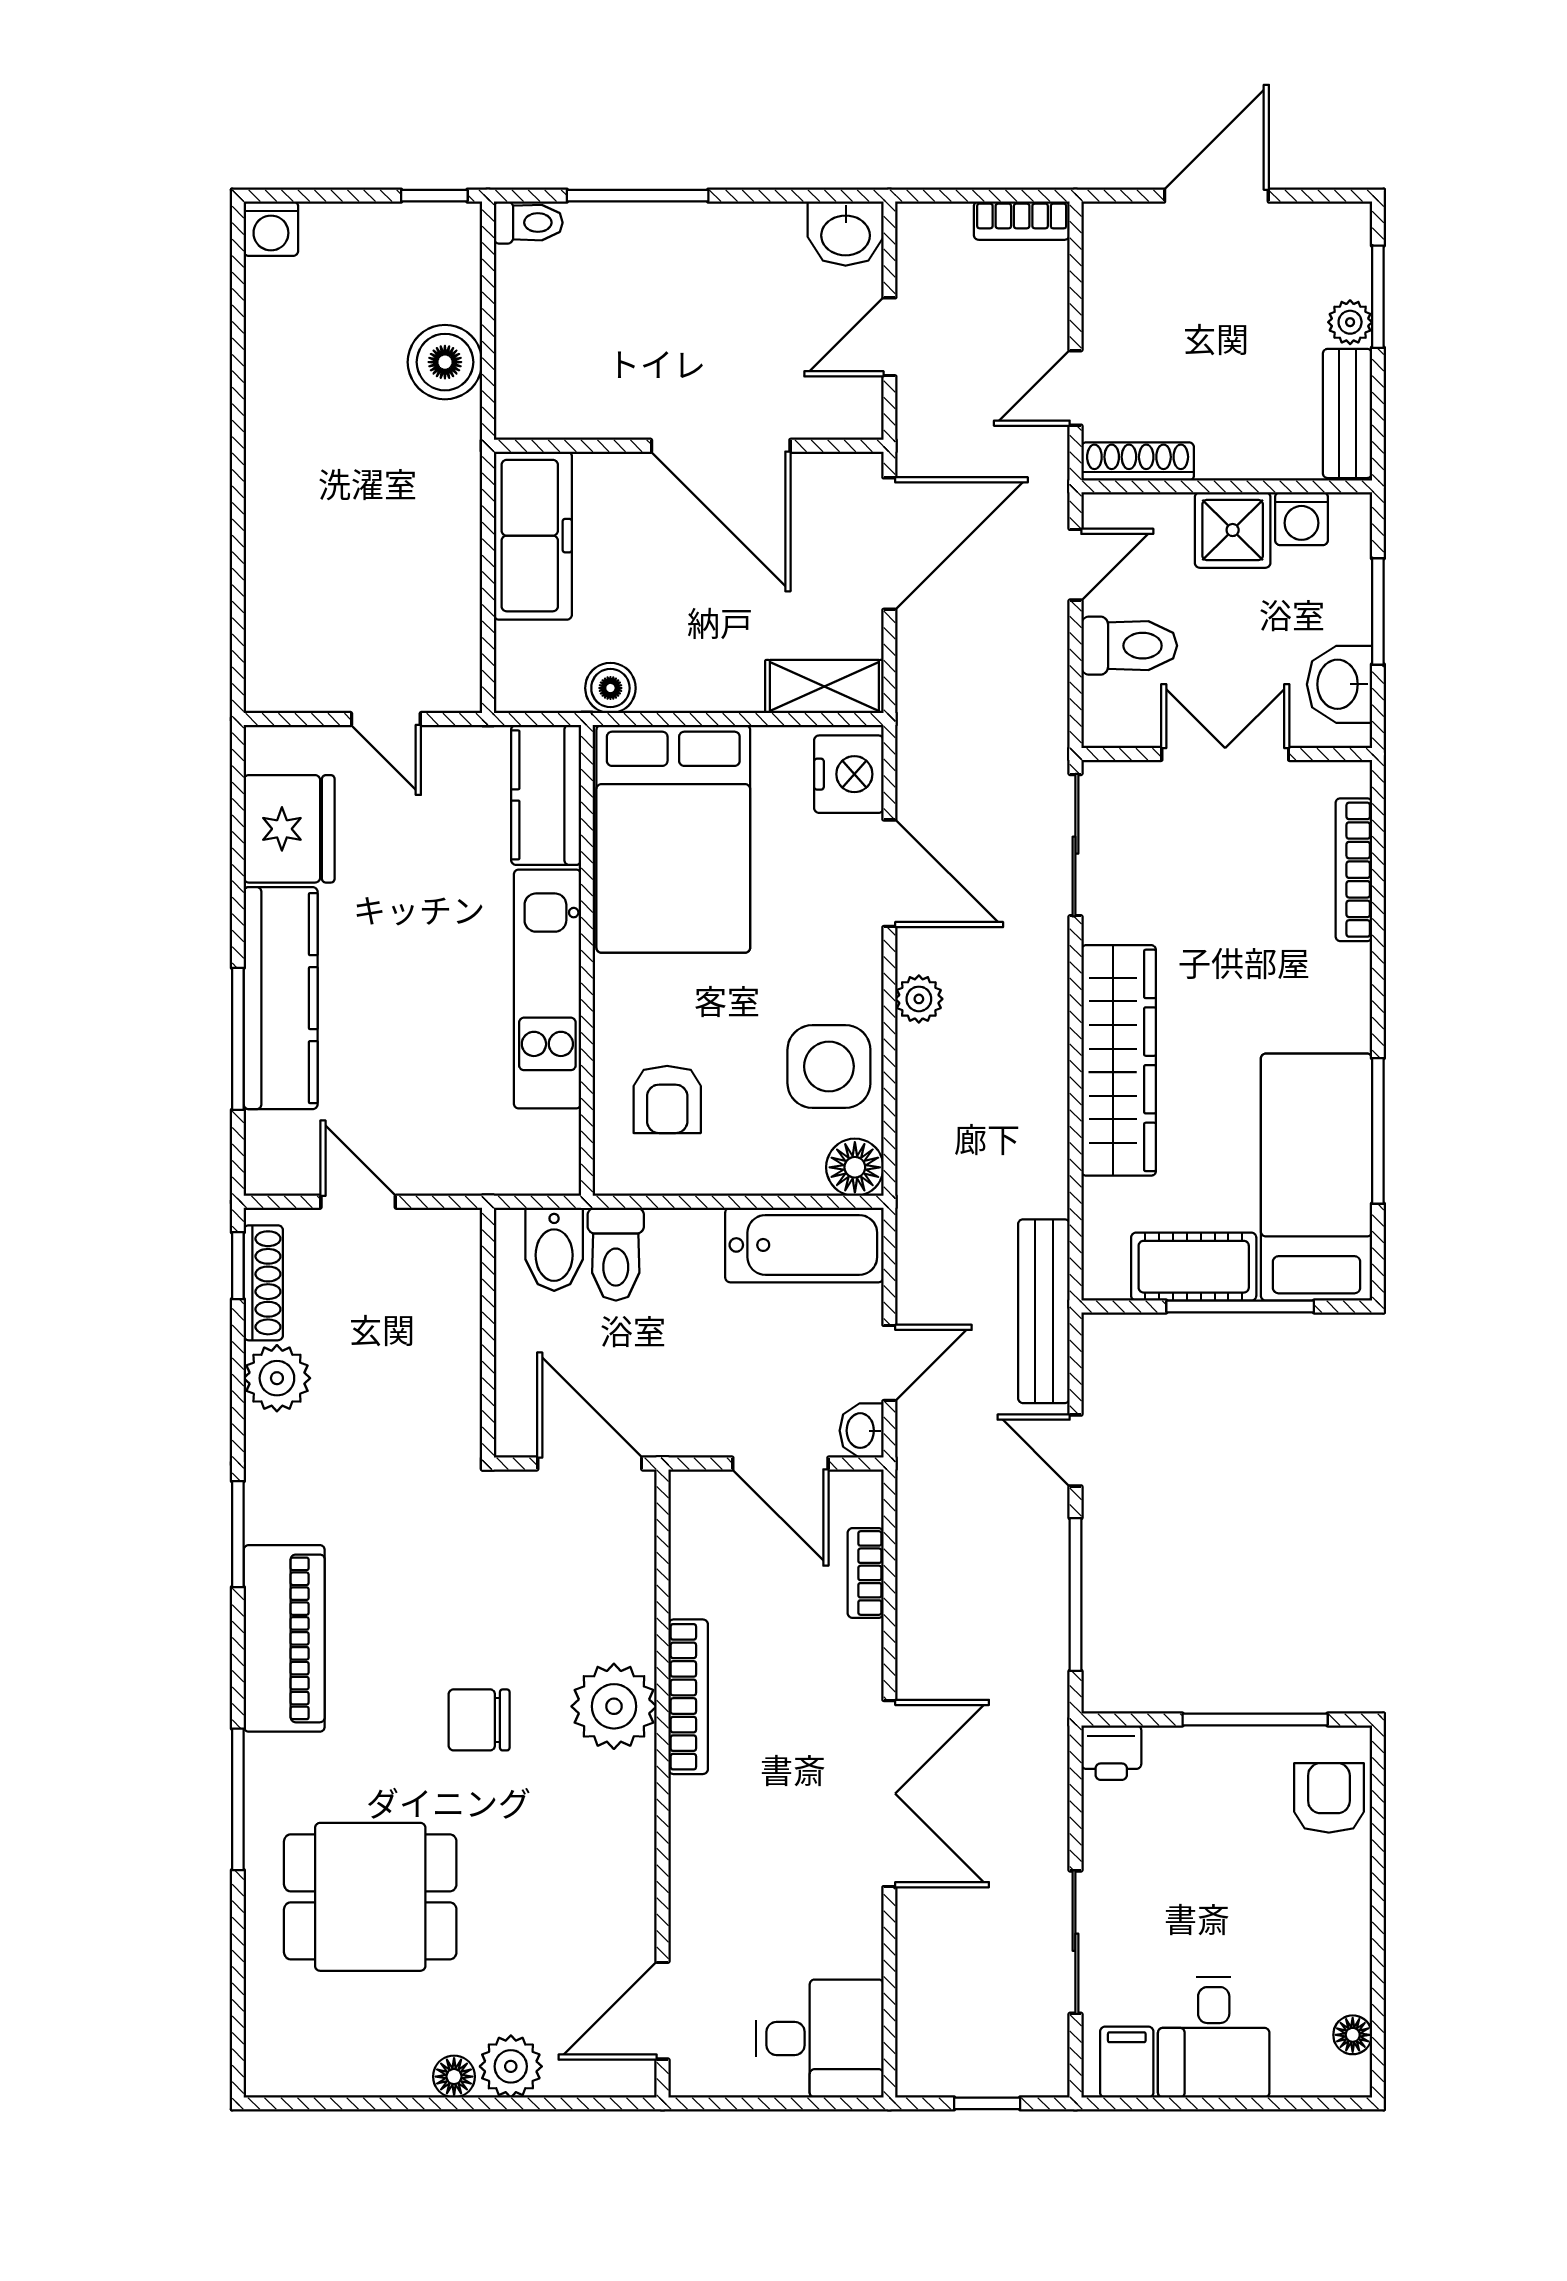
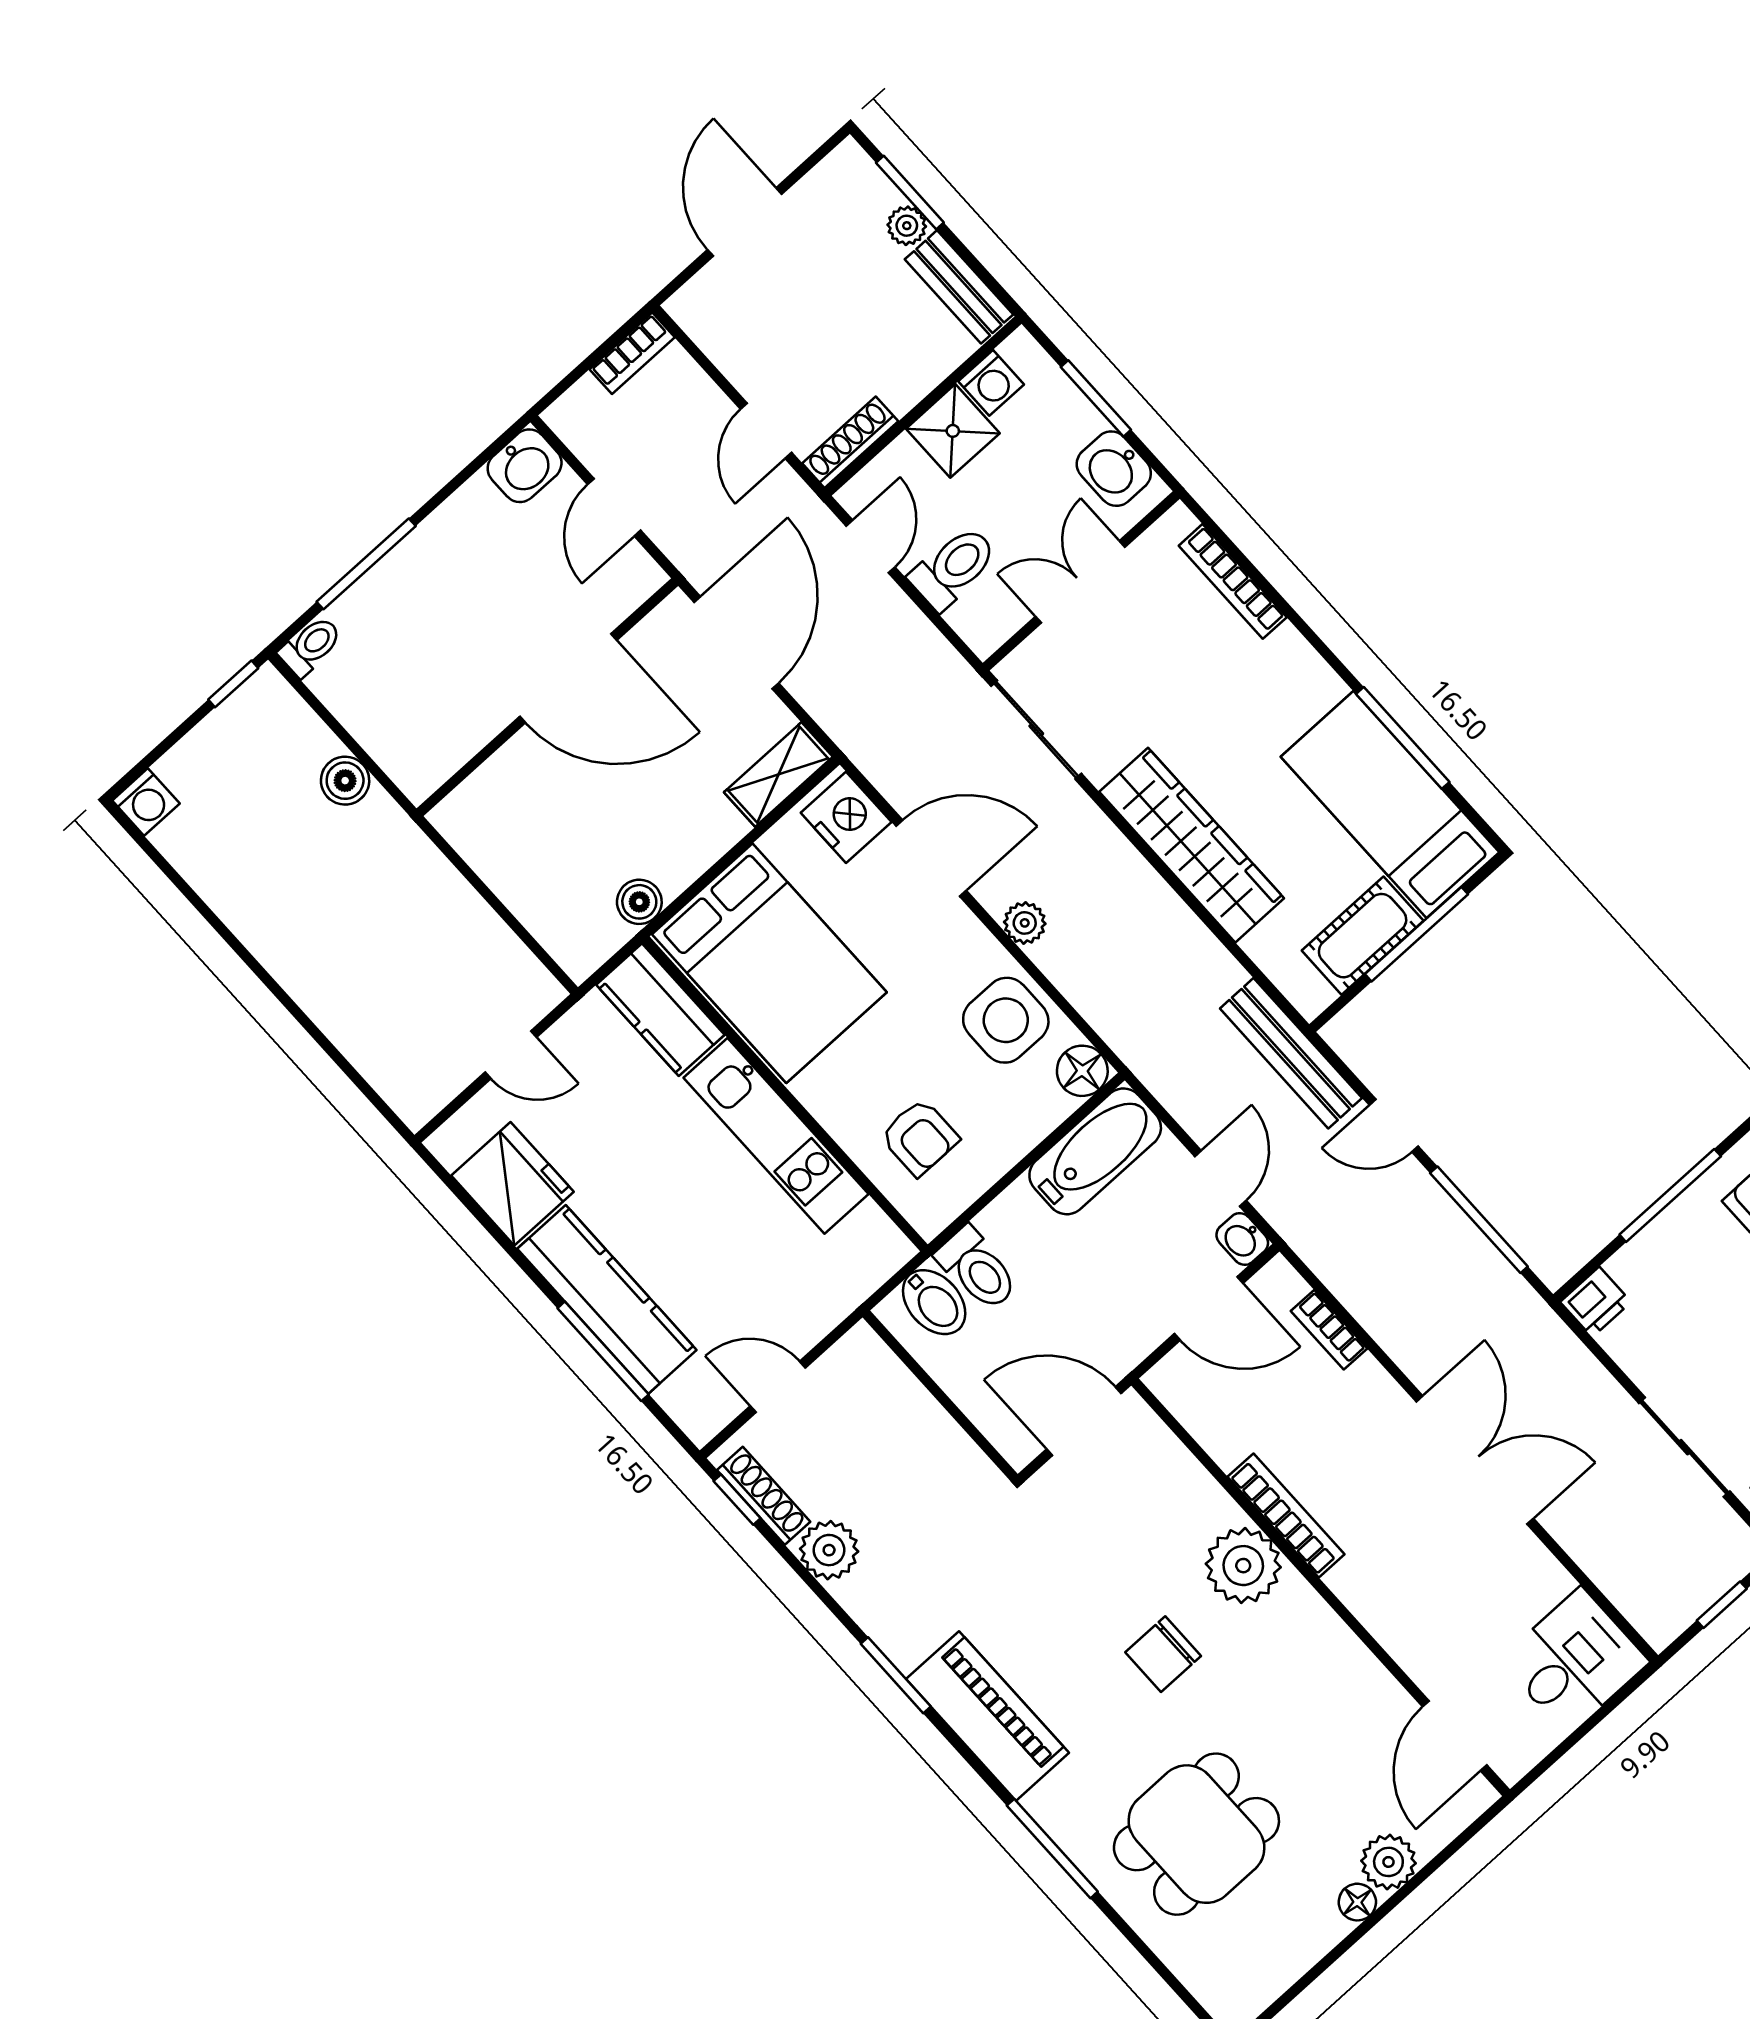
boiler: (445, 362) -> (345, 781), width x0.73, depth x0.73
freezer: (533, 536) -> (499, 848), removed

